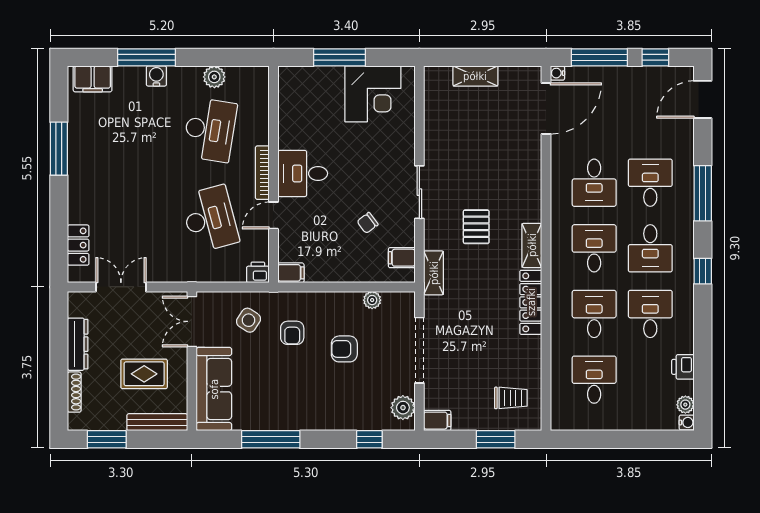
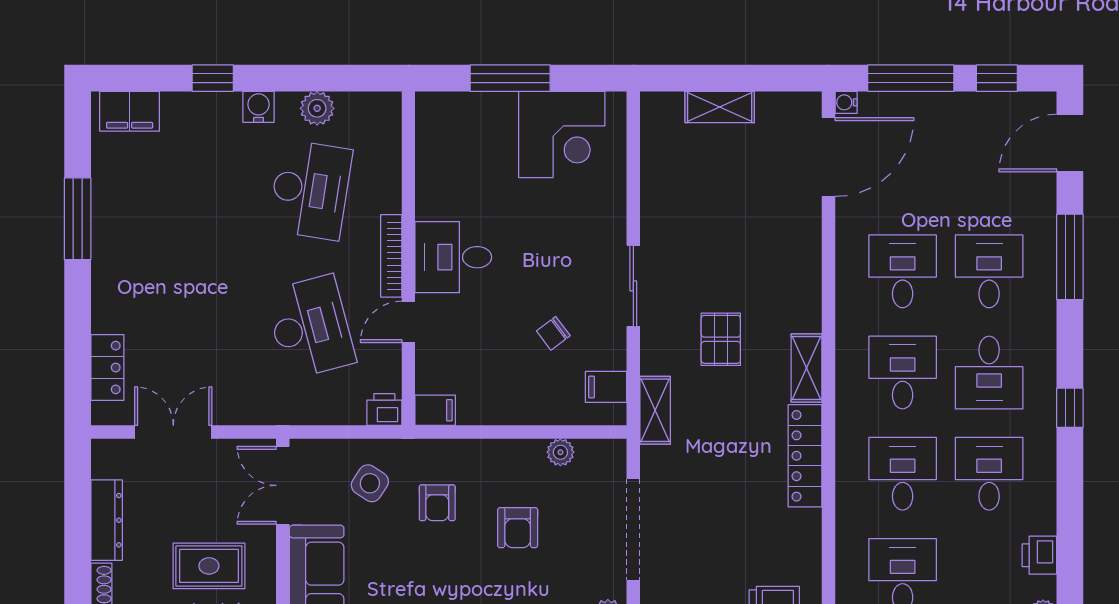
window: (147, 57) -> (213, 78), width x0.46
water cooler: (156, 76) -> (259, 107), moved
desk: (594, 183) -> (903, 271), turned 180
window: (703, 193) -> (1070, 257), moved
armchair: (344, 349) -> (518, 528), turned -90

